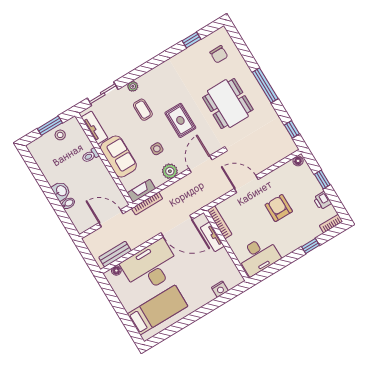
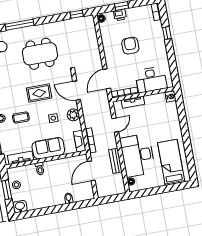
window: (265, 85) -> (20, 25), moved
door: (246, 184) -> (107, 79), moved
washbasin: (61, 191) -> (20, 207), moved
printer: (322, 201) -> (120, 15), moved
armchair: (279, 208) -> (130, 46), turned 90
door: (177, 226) -> (115, 125), width x0.53
bench: (115, 254) -> (115, 161), moved
desk: (258, 256) -> (151, 80), moved, turned 90
nightstand: (220, 289) -> (171, 97), moved

